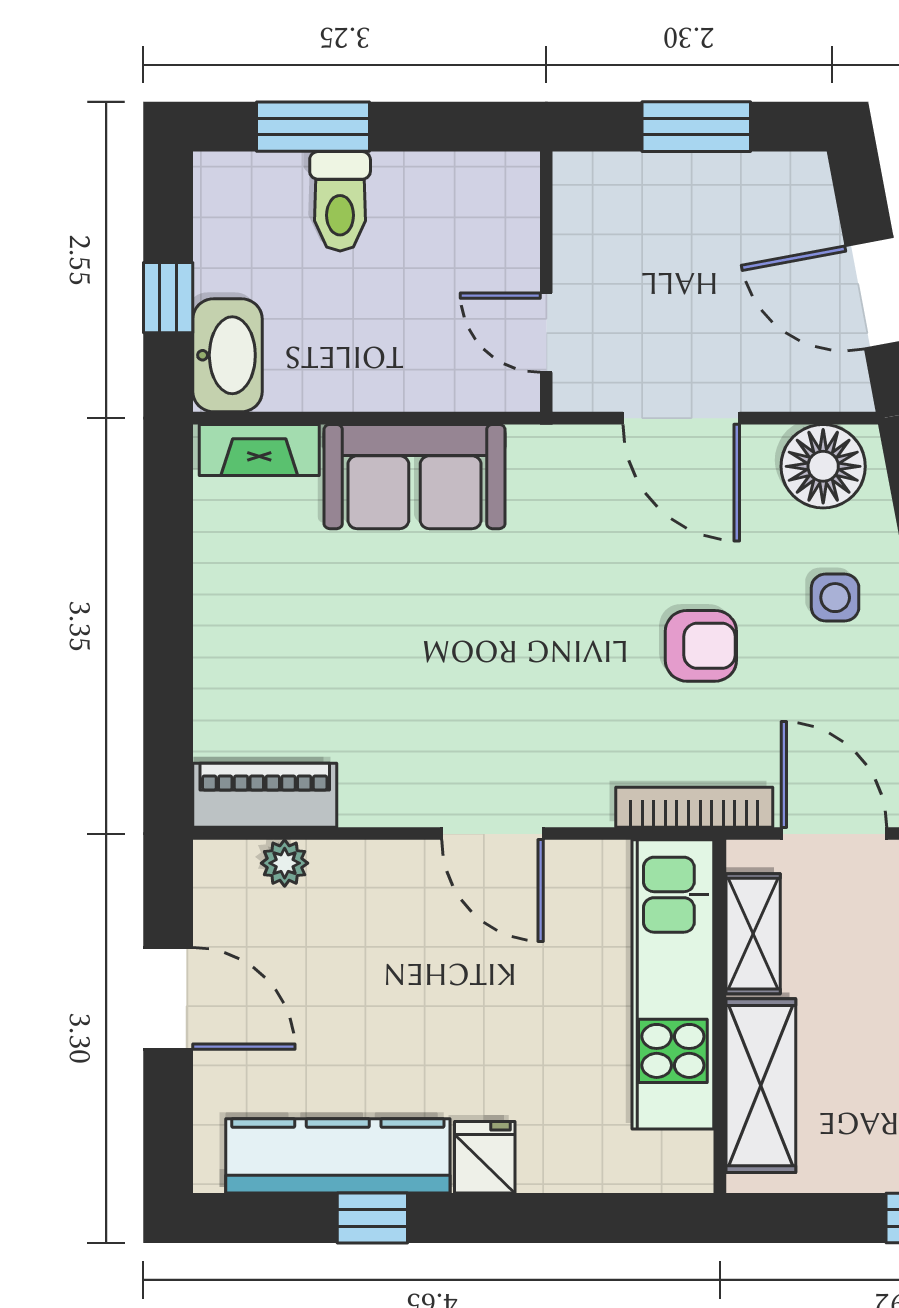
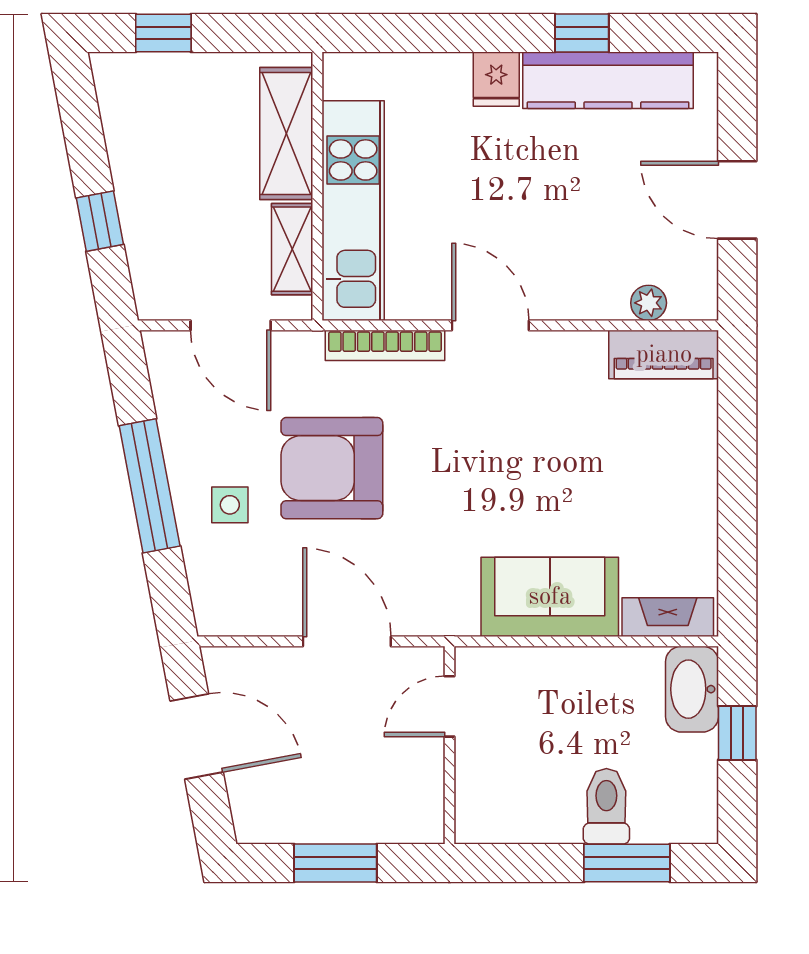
door: (546, 333) -> (449, 706), swing flipped
floor lamp: (823, 466) -> (239, 605), removed
armchair: (701, 646) -> (332, 468), width x1.88, depth x1.88
bookcase: (694, 807) -> (385, 345), moved

